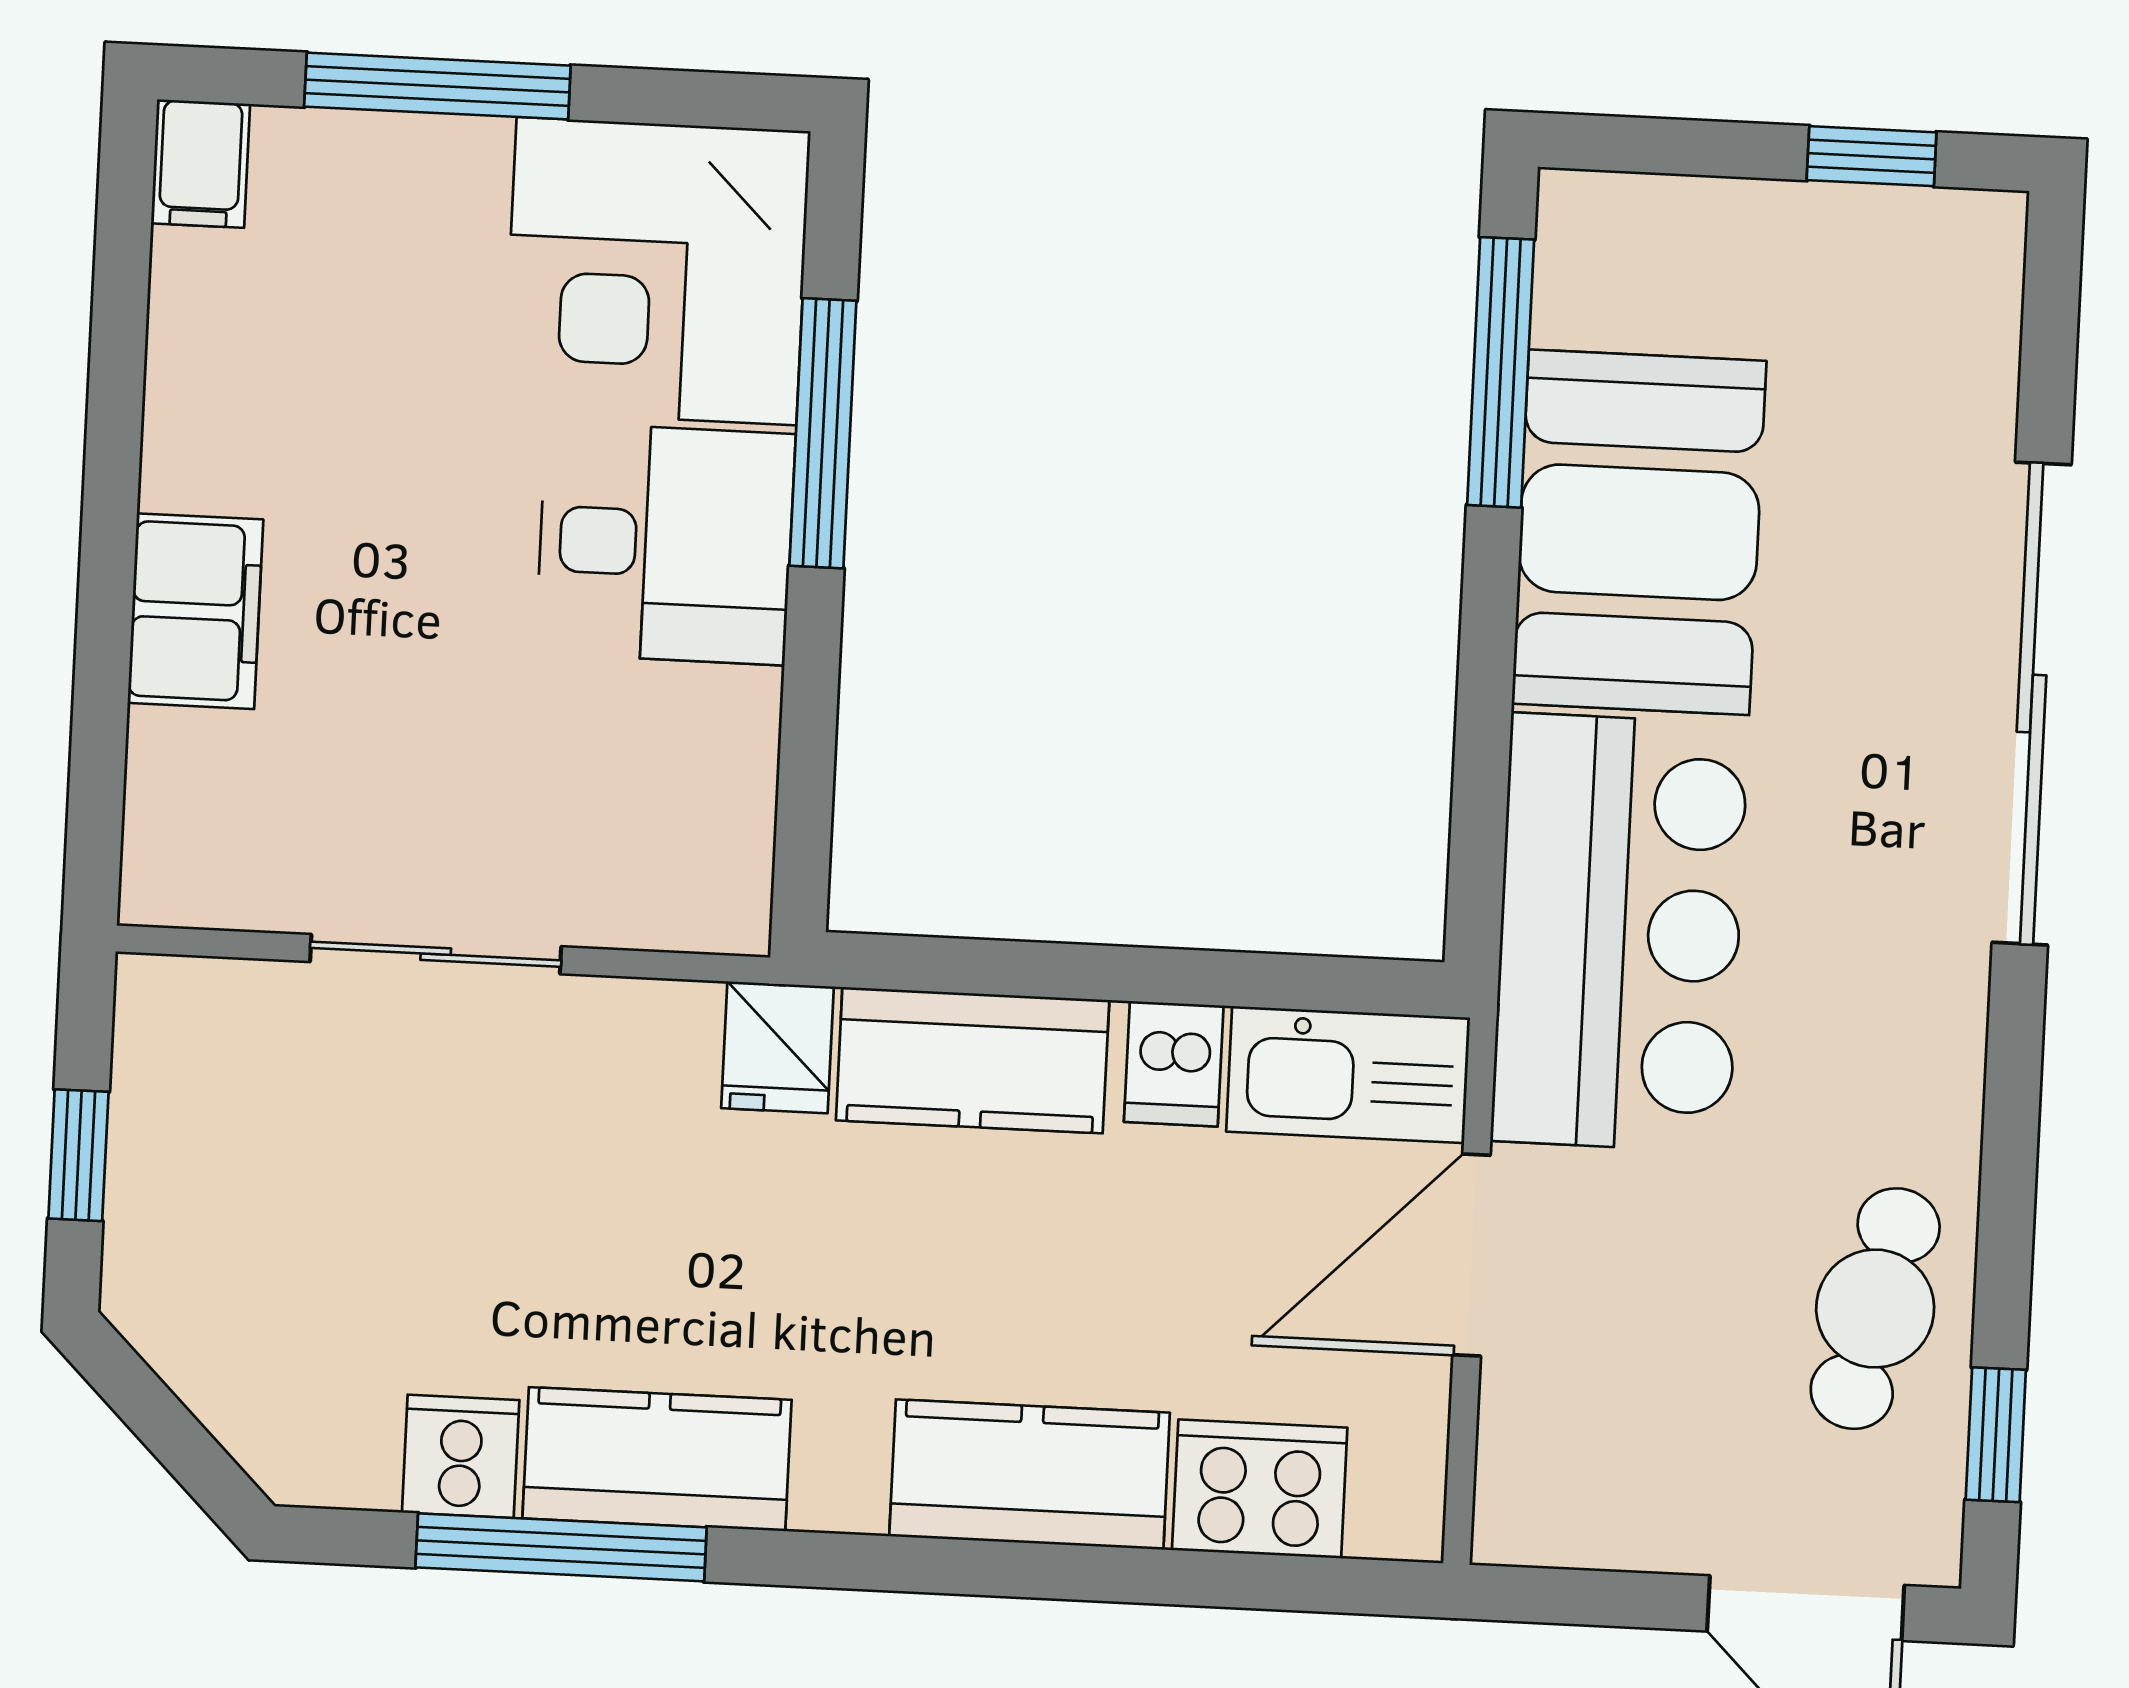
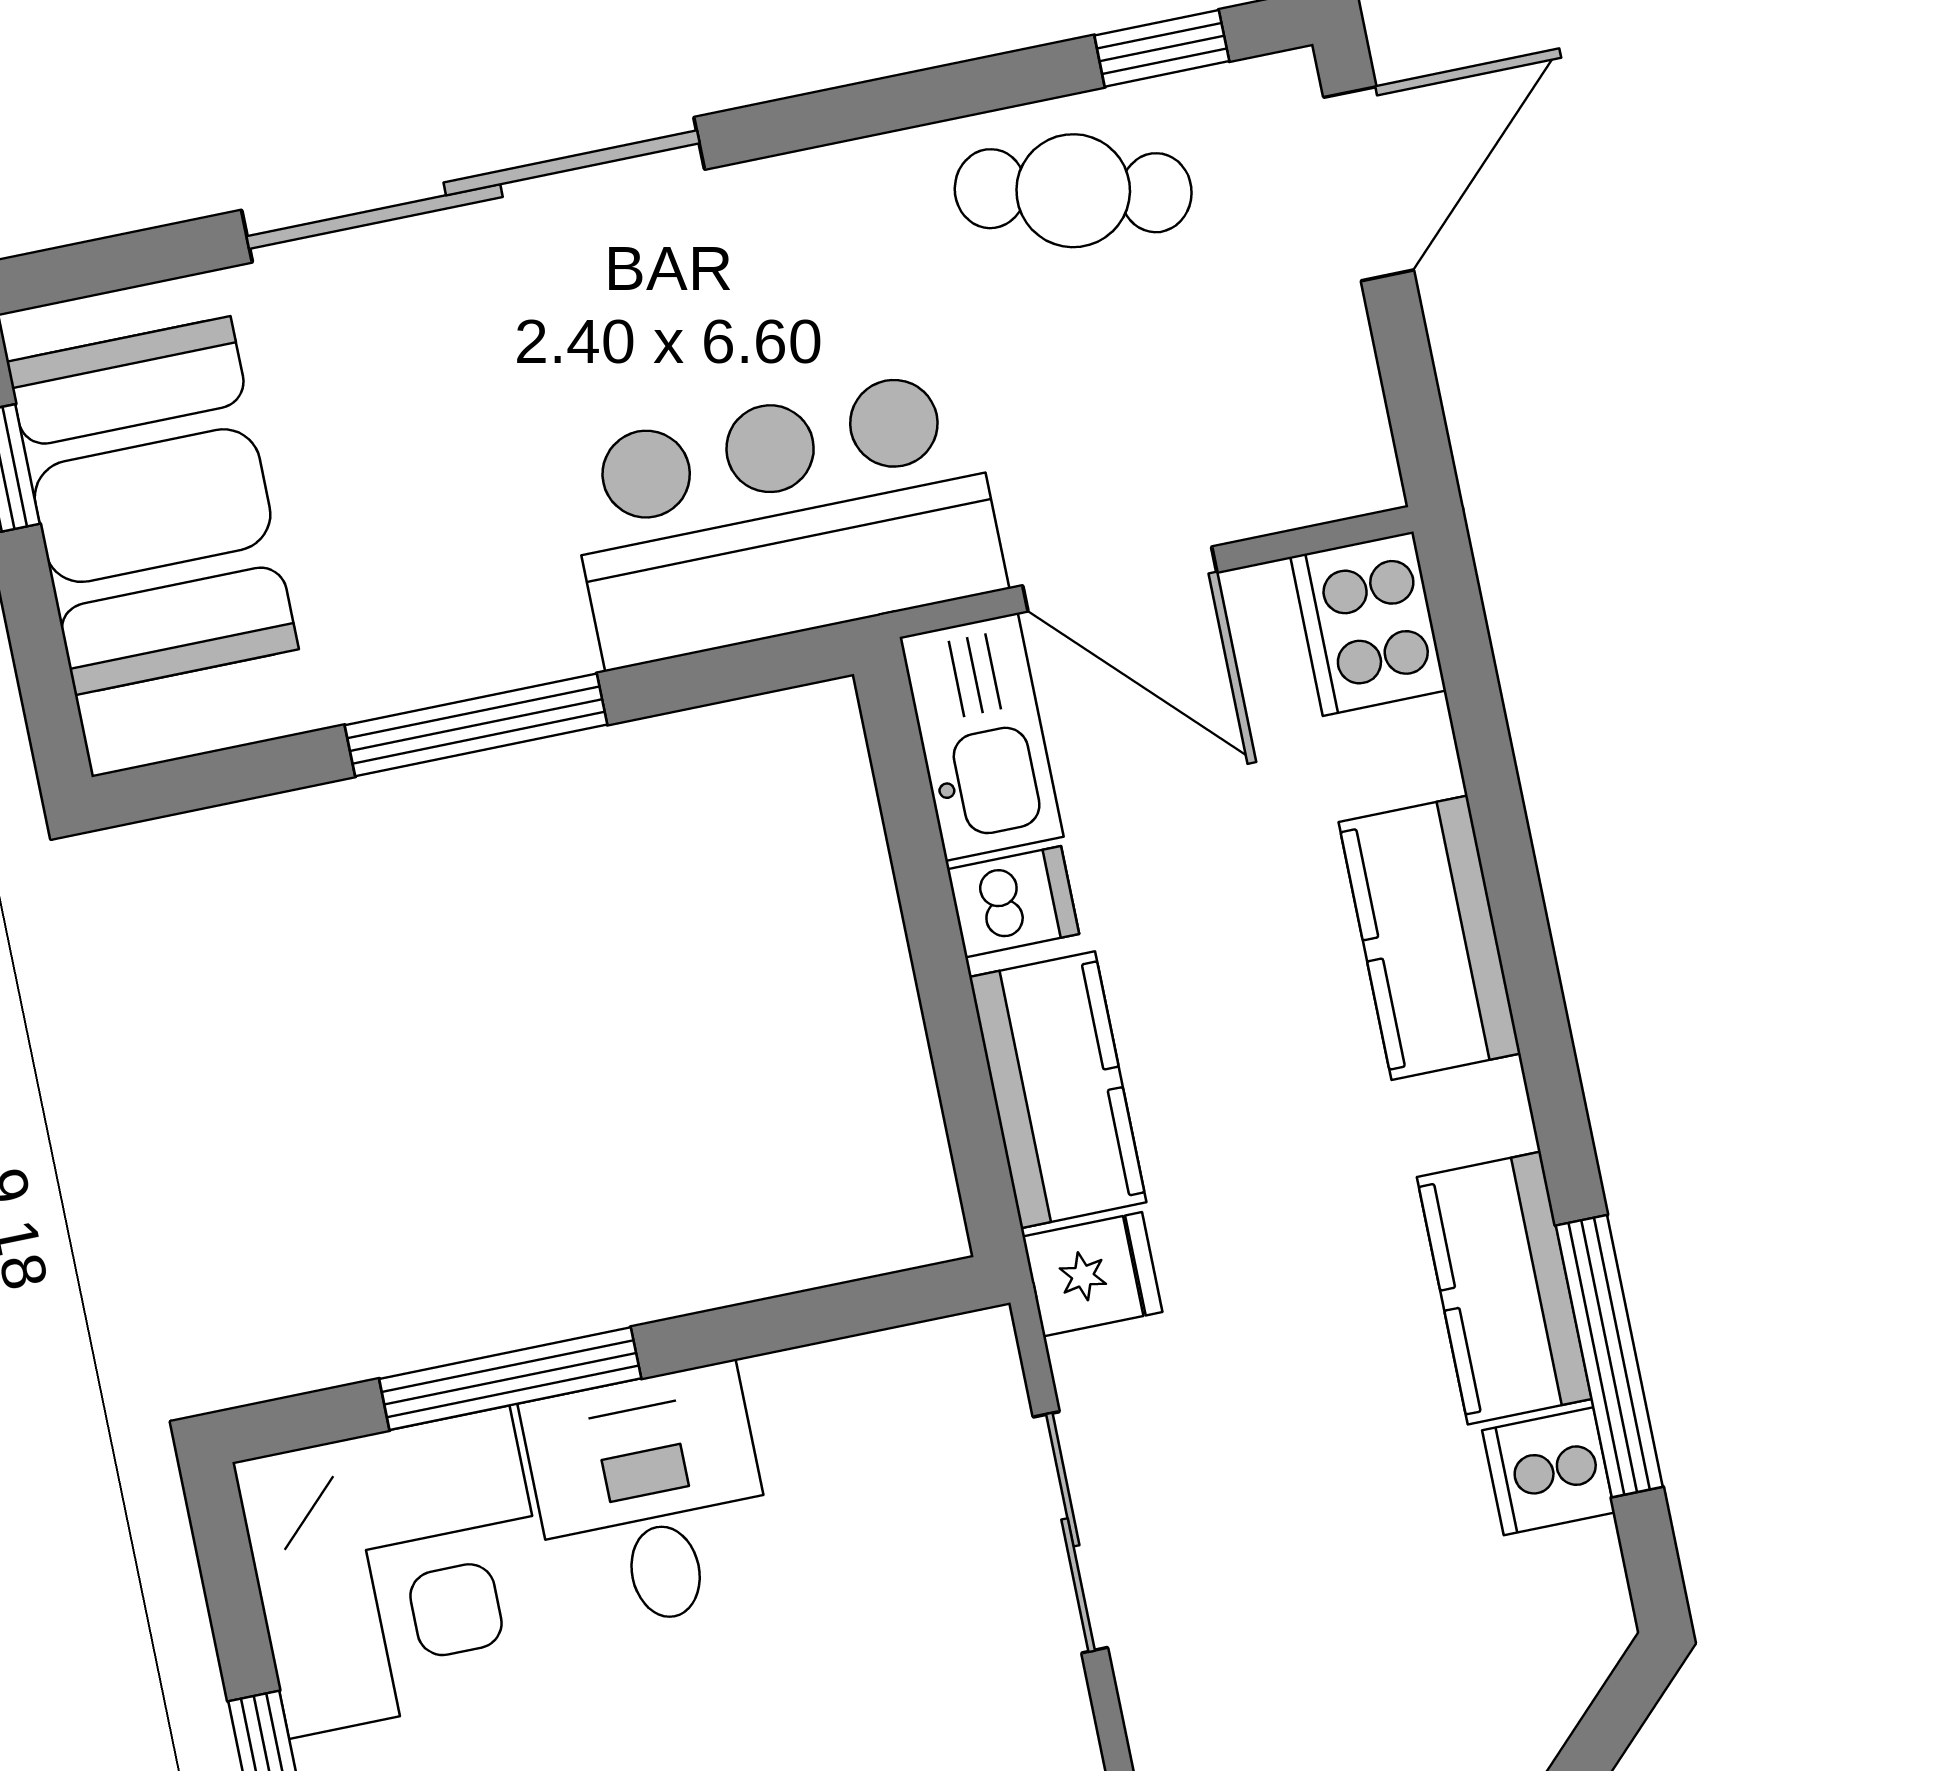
window: (1501, 372) -> (476, 725), moved
booth: (1639, 532) -> (153, 506), moved, turned 90
sliding door: (436, 954) -> (1070, 1532), moved
cooker: (1260, 1489) -> (1368, 624), moved

